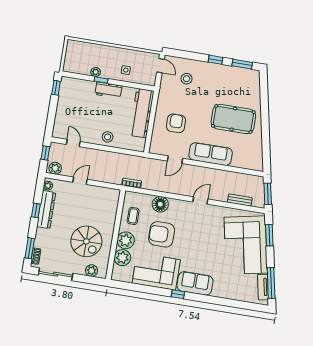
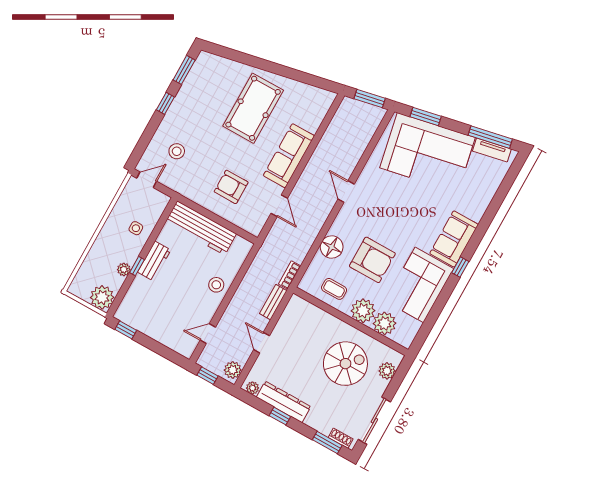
plant: (72, 64) -> (102, 297), added
bench: (240, 200) -> (273, 302), moved
armchair: (162, 234) -> (372, 260), turned -90

